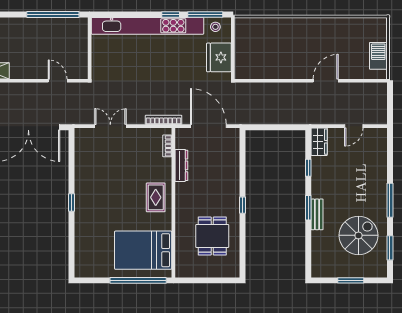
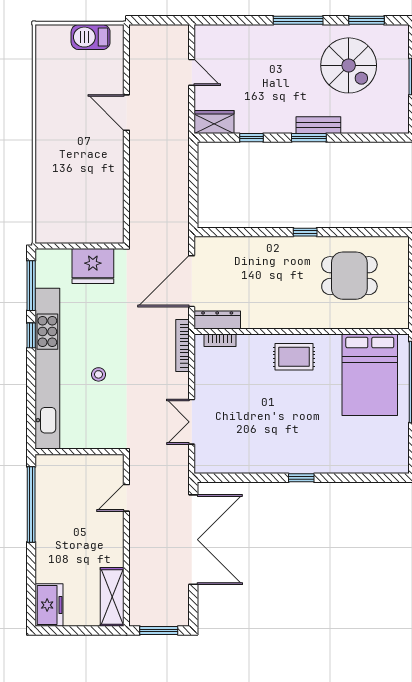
stool: (215, 27) -> (98, 374), moved
dresser: (181, 165) -> (217, 320), moved
spiral stairs: (359, 235) -> (349, 65), turned 180

